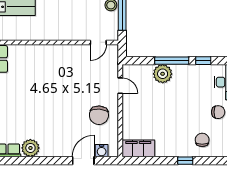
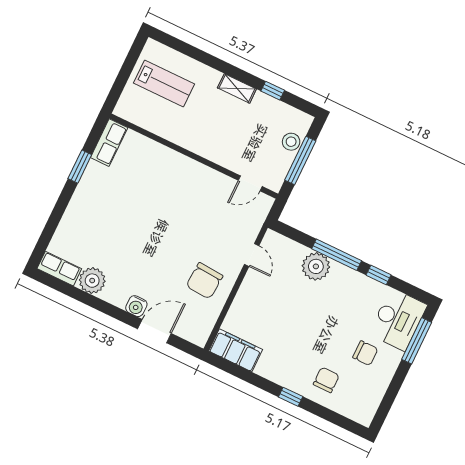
water cooler: (102, 151) -> (136, 306), moved

